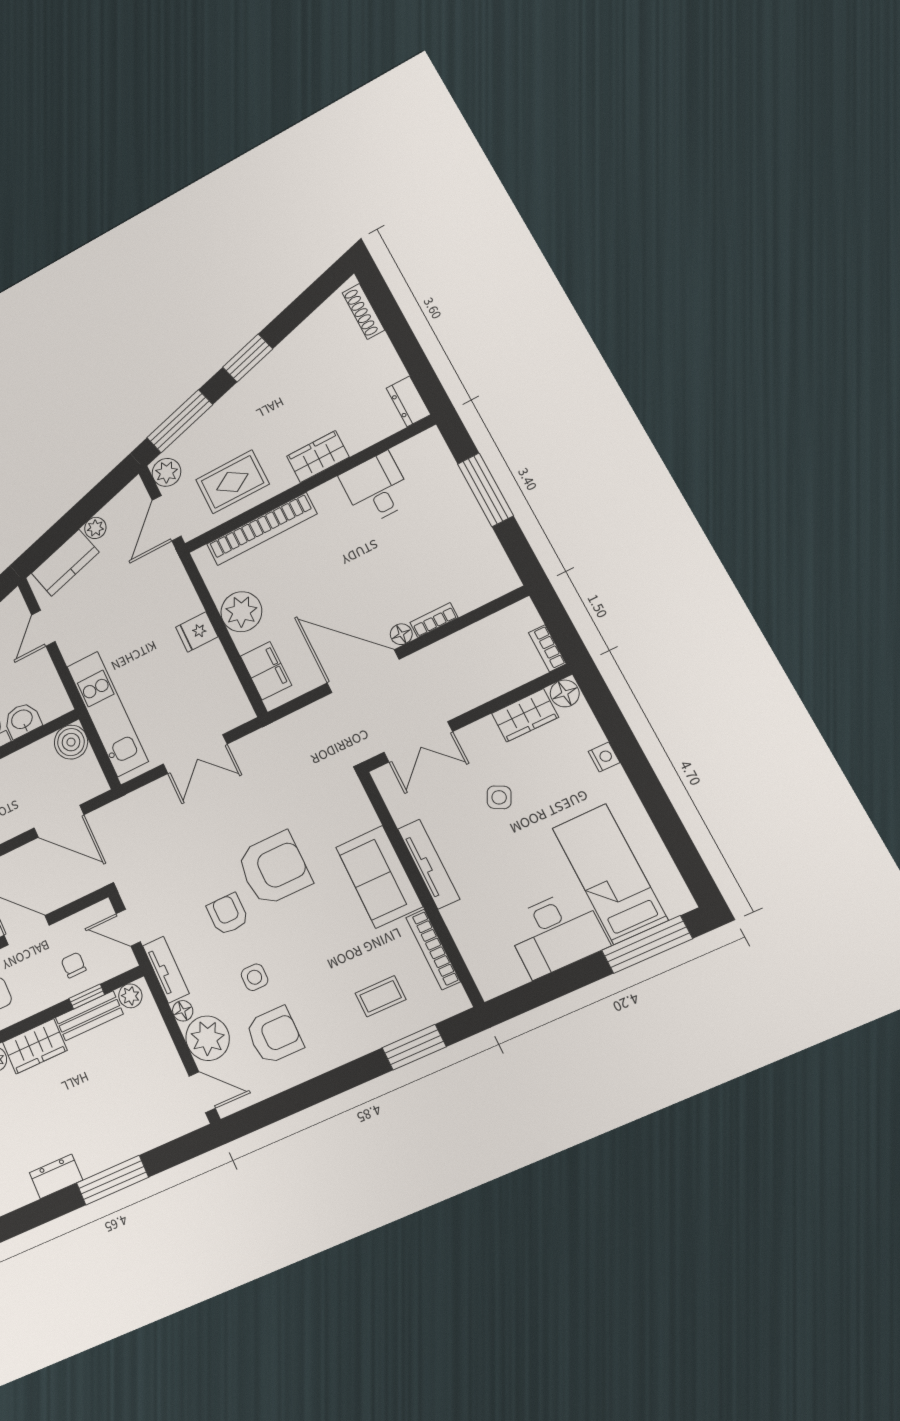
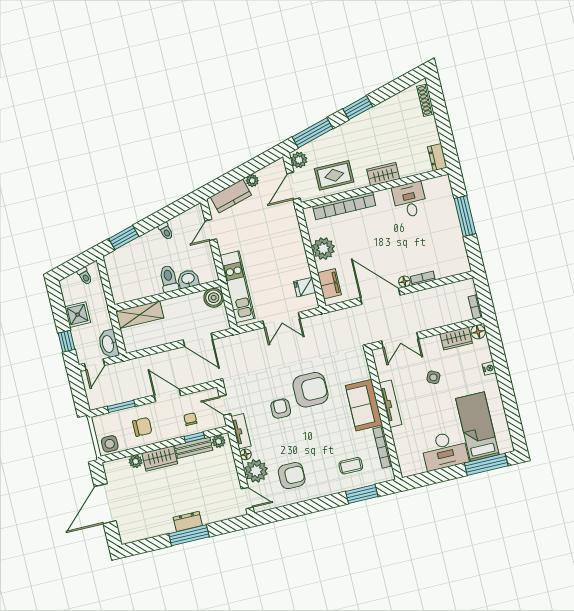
fridge: (197, 632) -> (305, 287), moved
side table: (255, 977) -> (288, 444), removed
dresser: (56, 1176) -> (188, 521), moved

